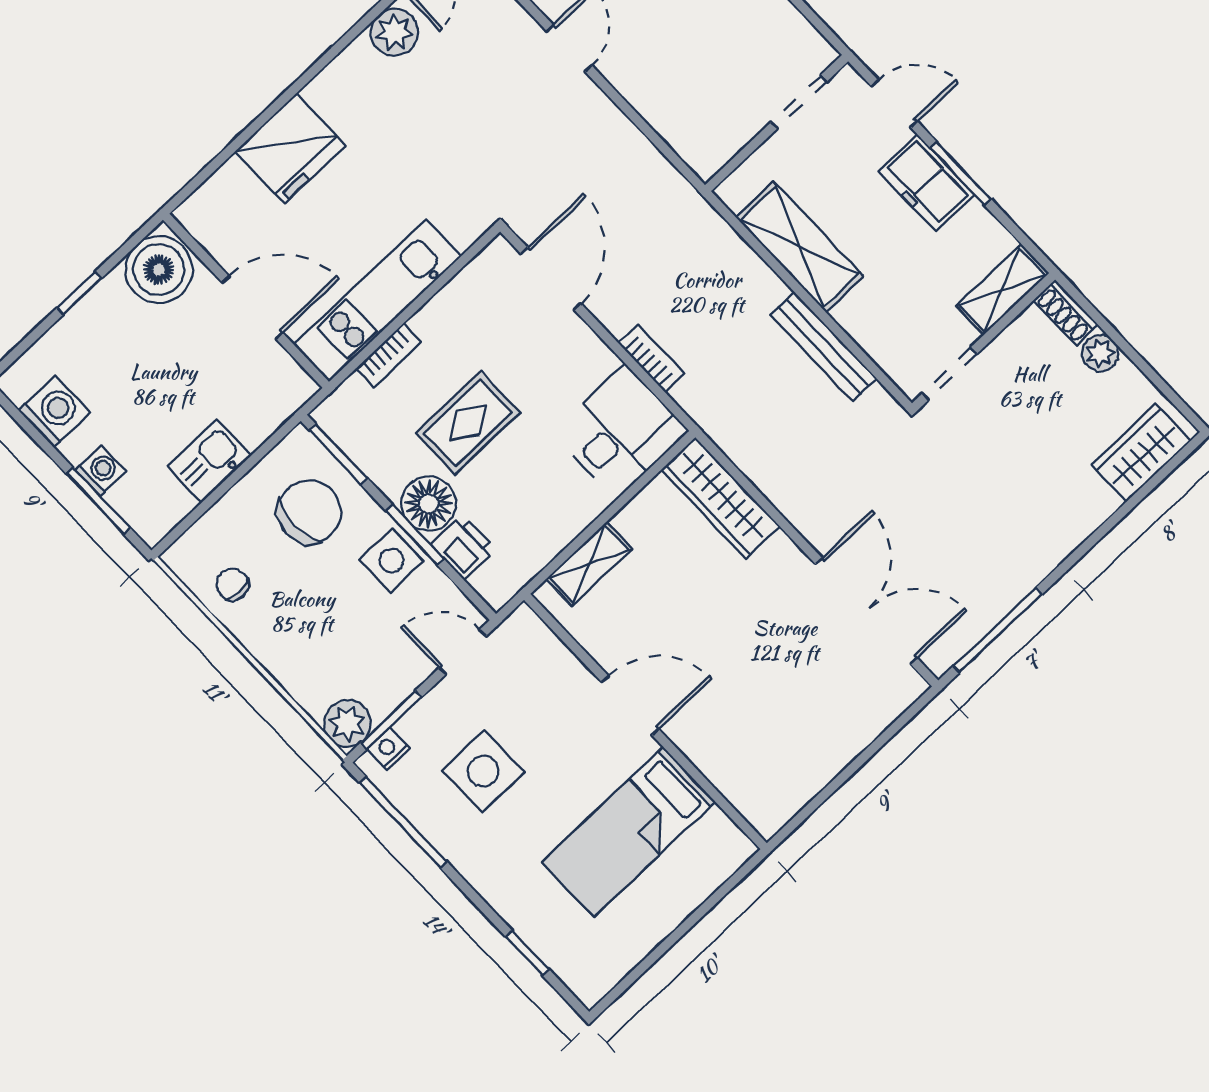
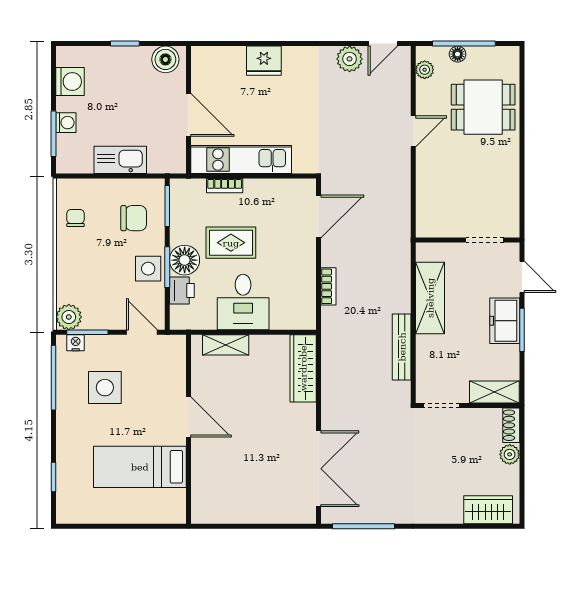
fridge: (290, 148) -> (264, 61), width x0.73, depth x0.75
boiler: (159, 270) -> (165, 59), width x0.73, depth x0.73
desk: (621, 432) -> (243, 302), moved, turned 90
kitchen sink: (209, 461) -> (120, 160), width x1.38
chair: (309, 512) -> (134, 218), width x0.73, depth x0.73

